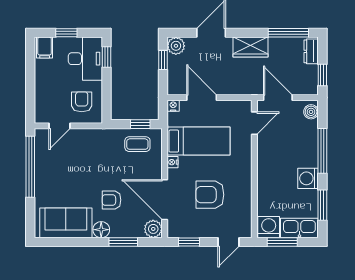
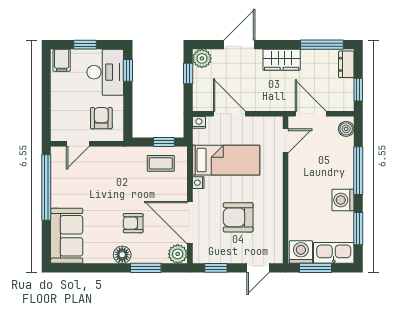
sofa: (66, 223) -> (67, 236), moved, turned 90

